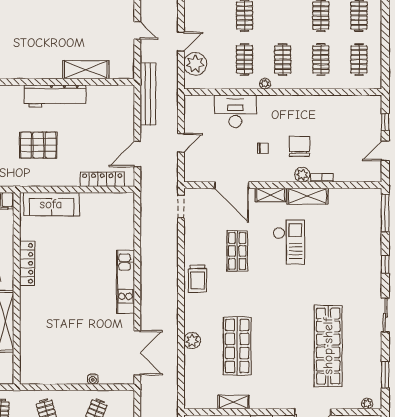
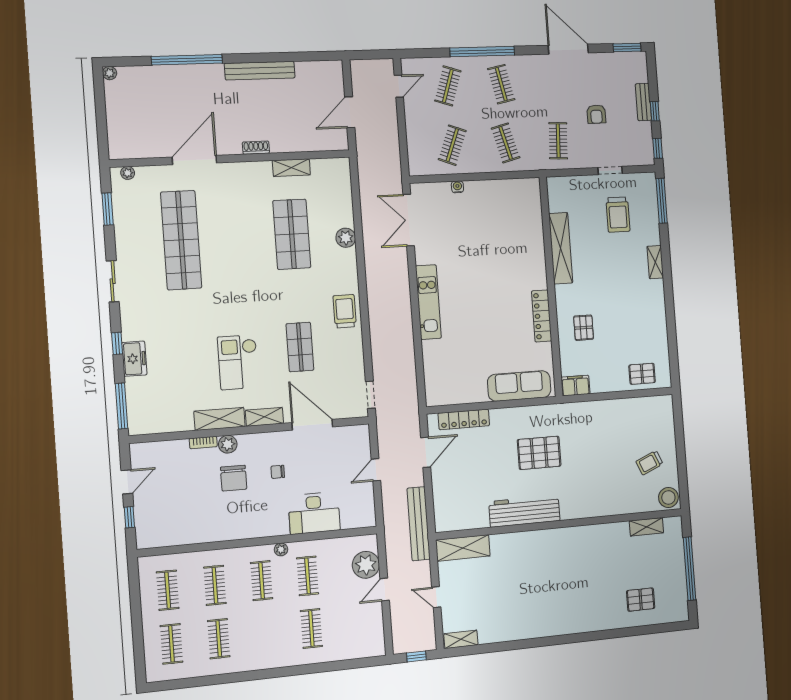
shelving: (86, 70) -> (463, 548), moved
freezer: (372, 251) -> (134, 359), added

